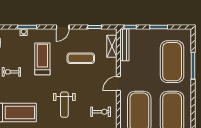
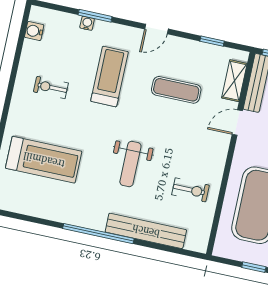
door: (118, 84) -> (237, 123), moved

